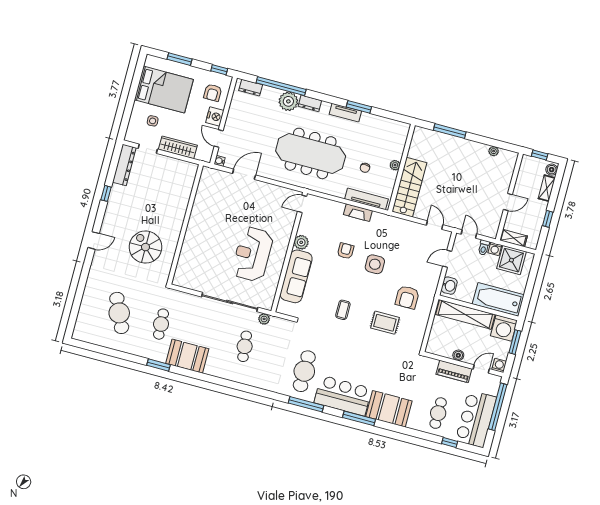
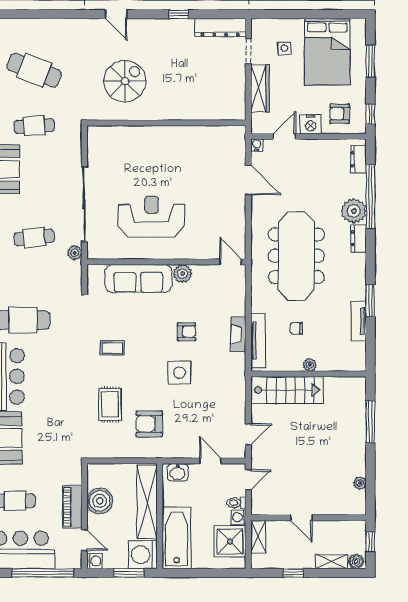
tv unit: (345, 113) -> (359, 321), moved
cafe table: (119, 313) -> (34, 70), turned 45
boiler: (458, 355) -> (100, 501), width x1.86, depth x1.86

